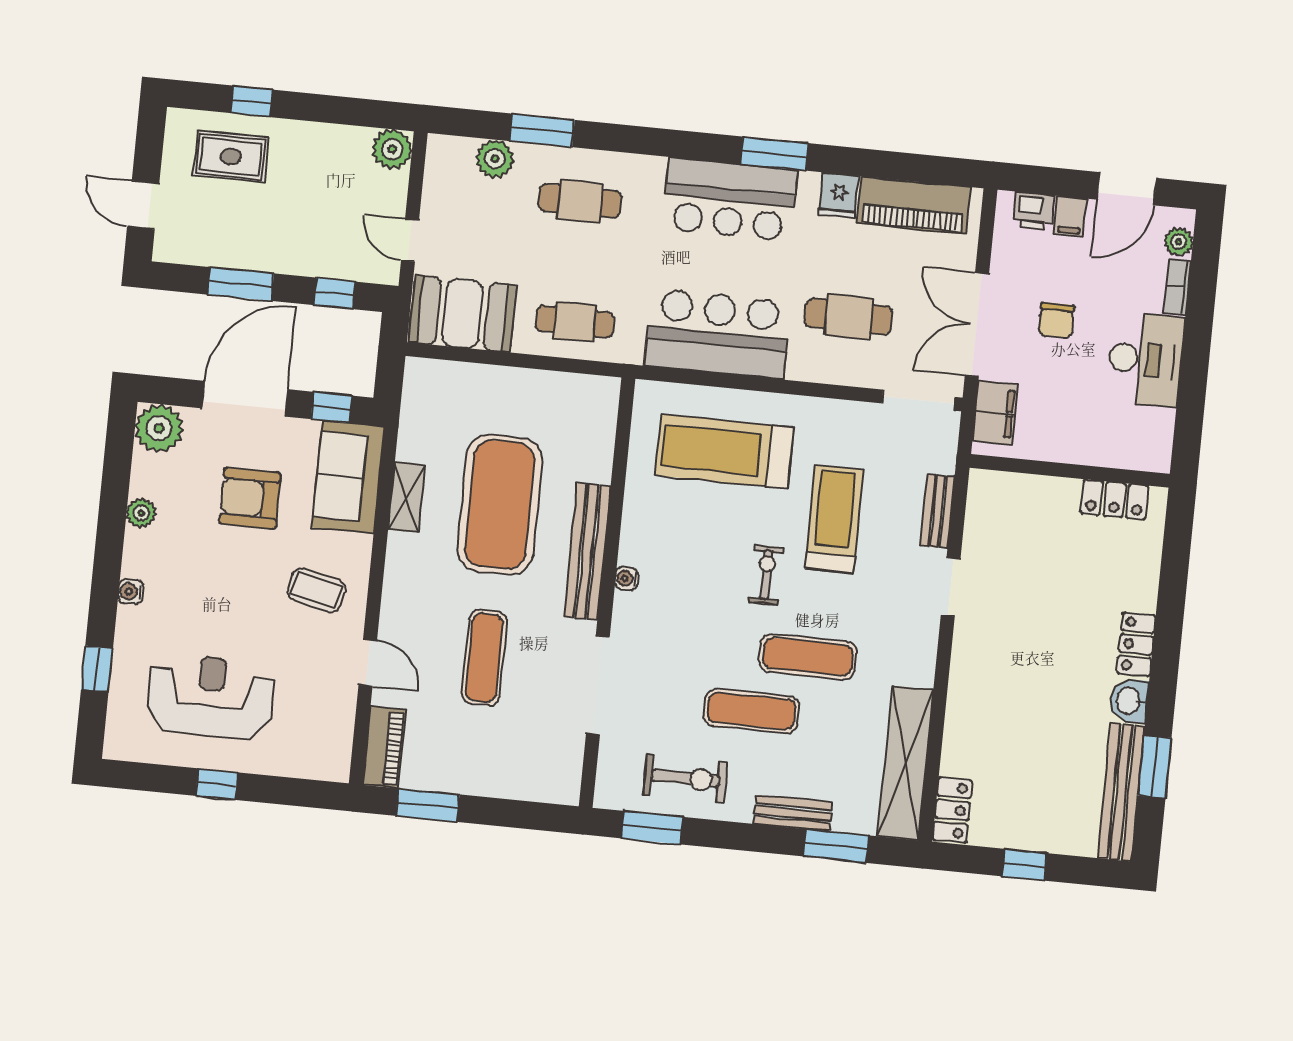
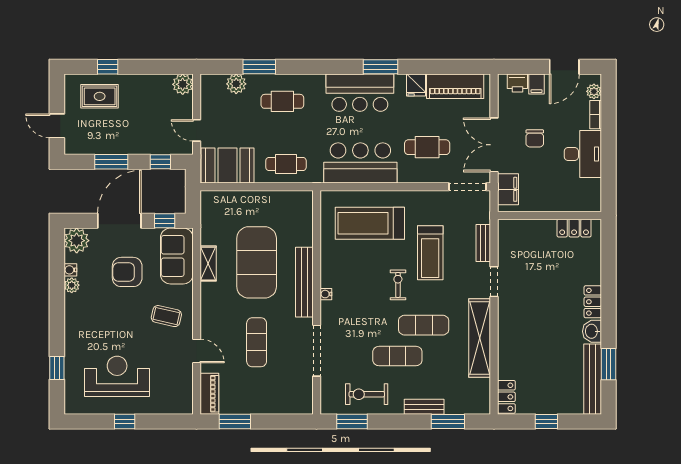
treadmill: (834, 519) -> (430, 253), turned 180
water cooler: (131, 592) -> (70, 270), moved
shelving: (905, 763) -> (480, 338), moved
exercise bike: (685, 778) -> (367, 394), turned 180

